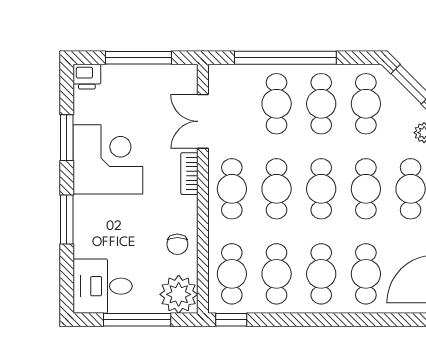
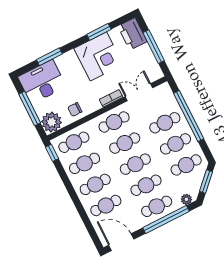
printer: (87, 77) -> (132, 34), width x1.87, depth x1.48
window: (67, 219) -> (49, 57), moved
desk: (103, 286) -> (42, 82), width x1.37

